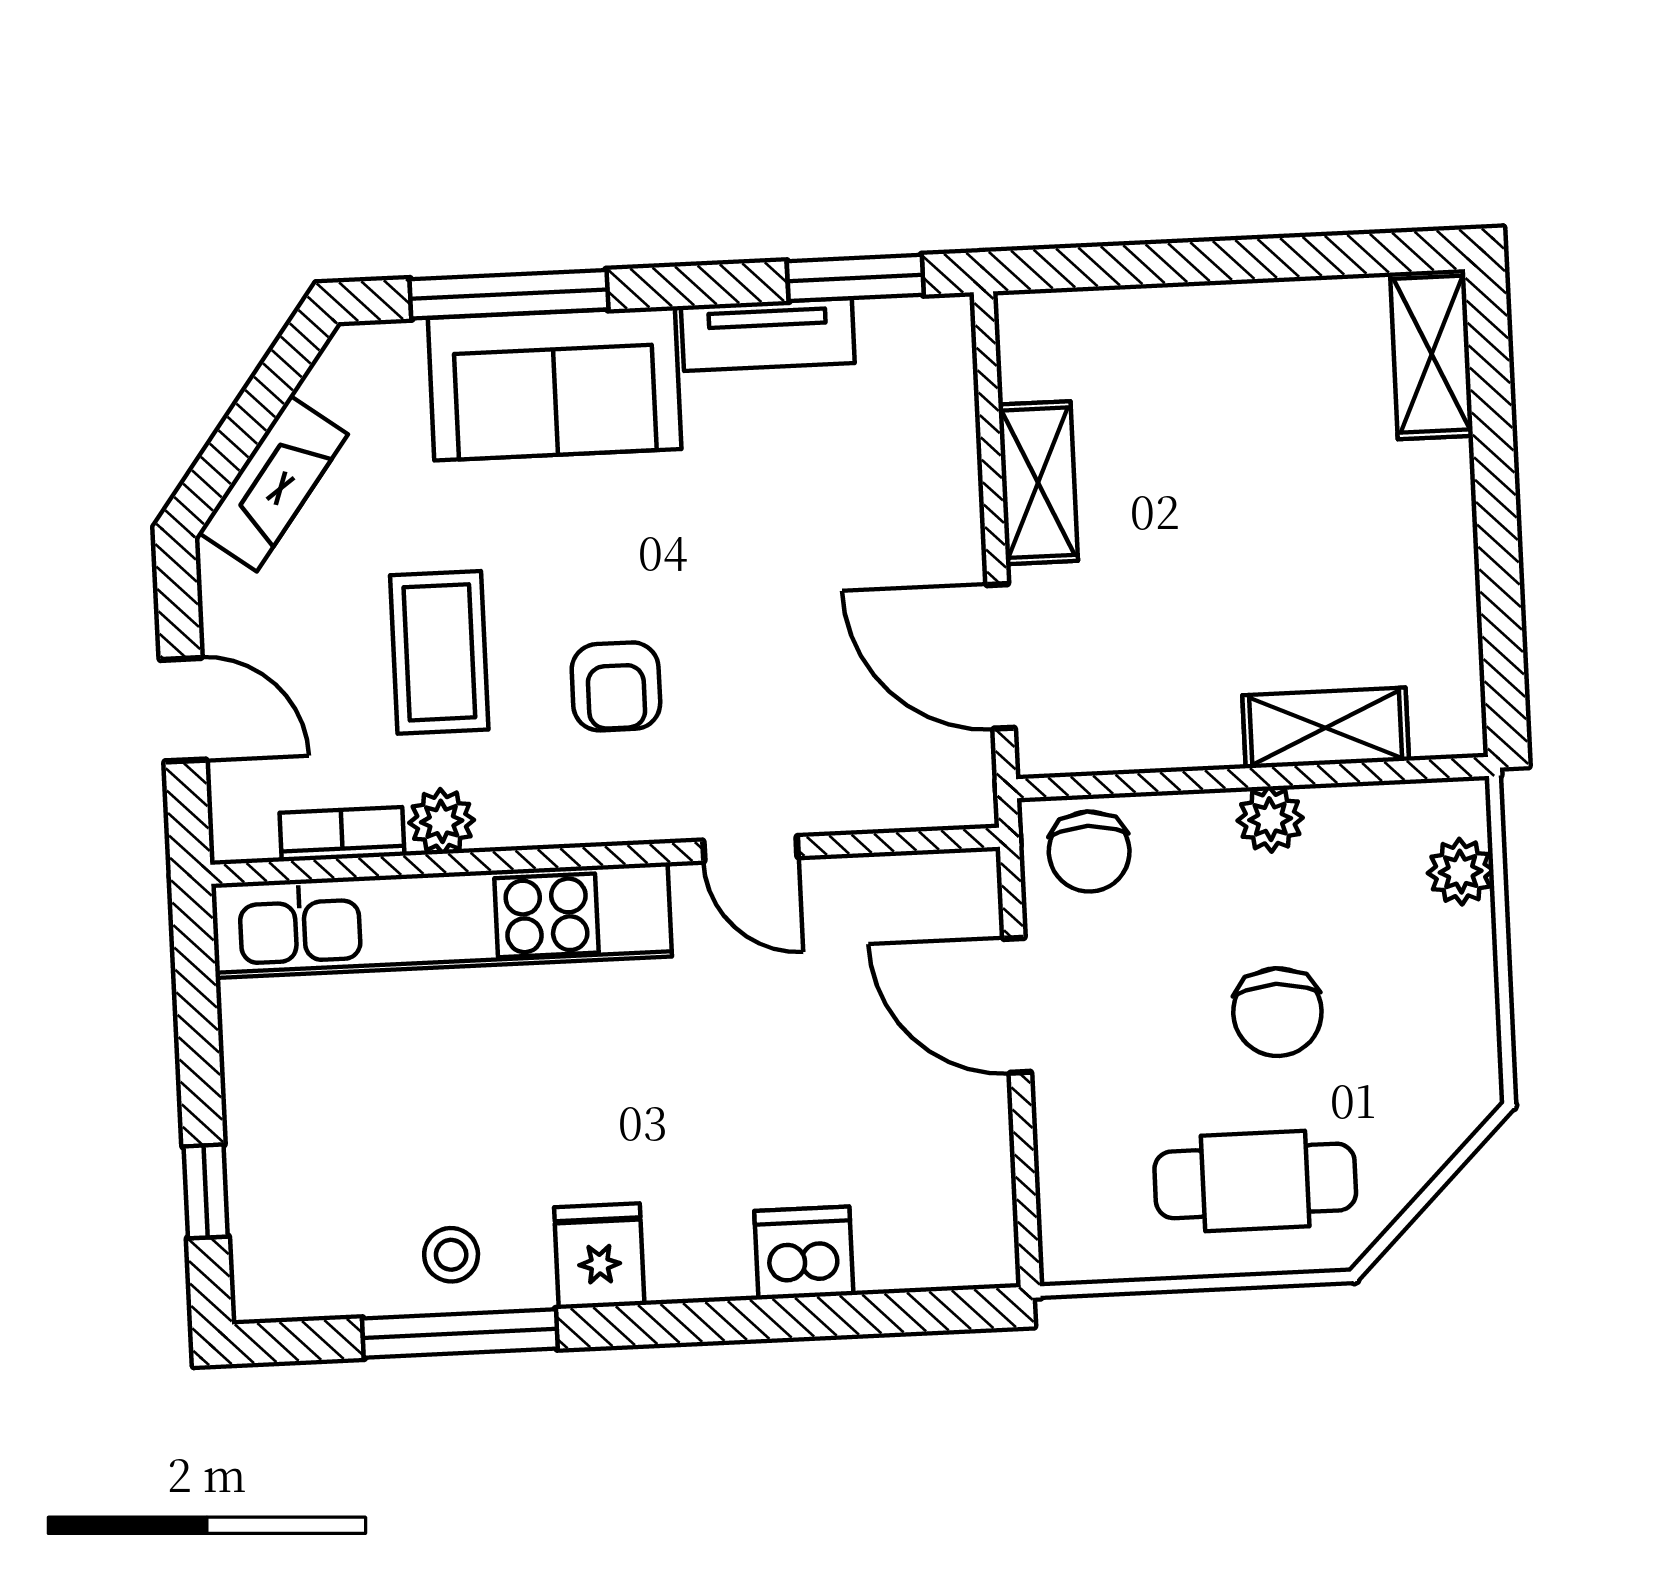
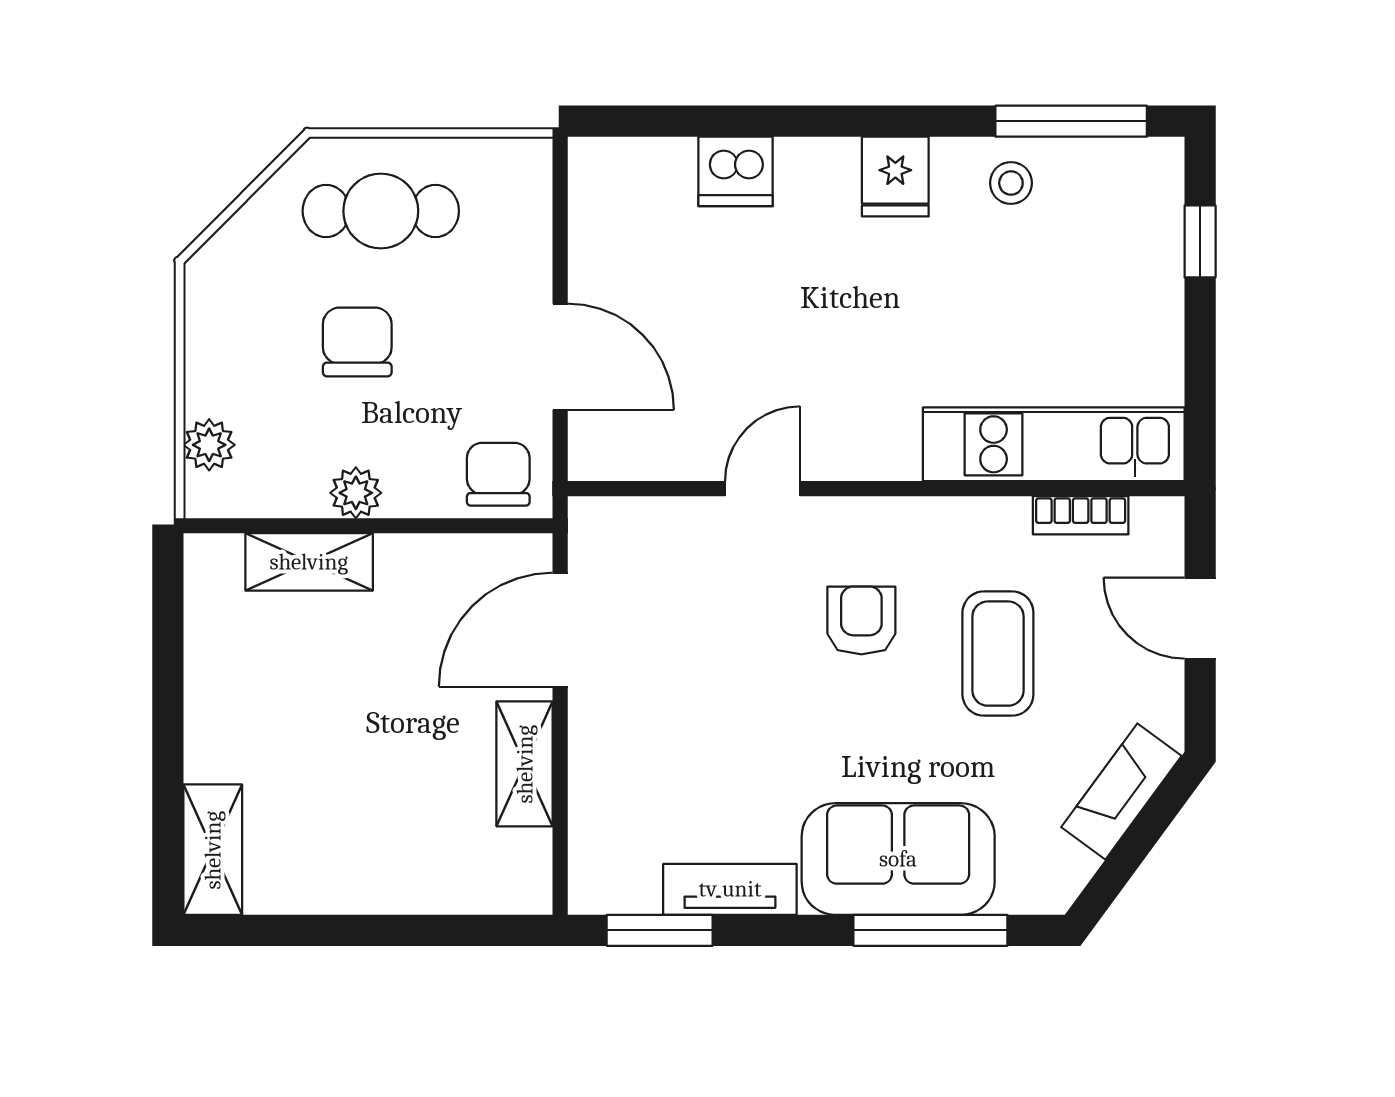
door: (1001, 656) -> (560, 630), swing flipped
plant: (442, 821) -> (1002, 522), removed
door: (750, 849) -> (762, 489), hinge flipped
kitchen unit: (441, 920) -> (1054, 444), width x0.73
window: (460, 1333) -> (1071, 121), moved

